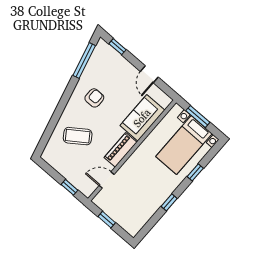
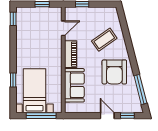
door: (149, 74) -> (107, 116), moved
armchair: (94, 98) -> (114, 72), width x1.88, depth x1.88
window: (198, 117) -> (41, 116), width x1.44
window: (169, 202) -> (13, 19), moved

